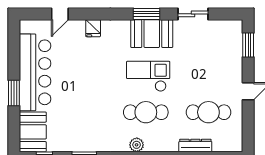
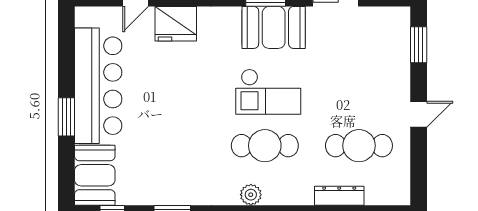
fridge: (93, 28) -> (176, 24), width x1.88, depth x1.34
checkout: (148, 76) -> (268, 92), turned 180

